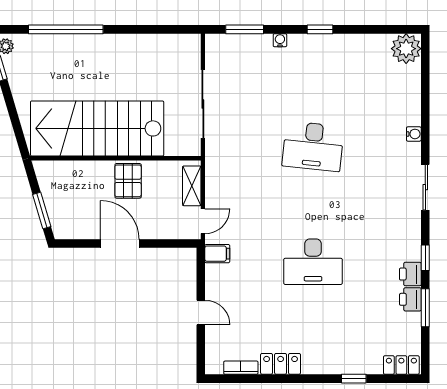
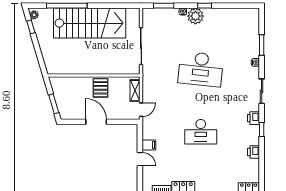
plant: (406, 49) -> (195, 16), moved
stairs: (97, 128) -> (90, 23), moved, turned 180
desk: (313, 146) -> (201, 69), width x1.36, depth x1.30
filing cabinet: (217, 254) -> (149, 145), moved
printer: (410, 274) -> (253, 118), moved
window: (425, 308) -> (262, 45), moved

